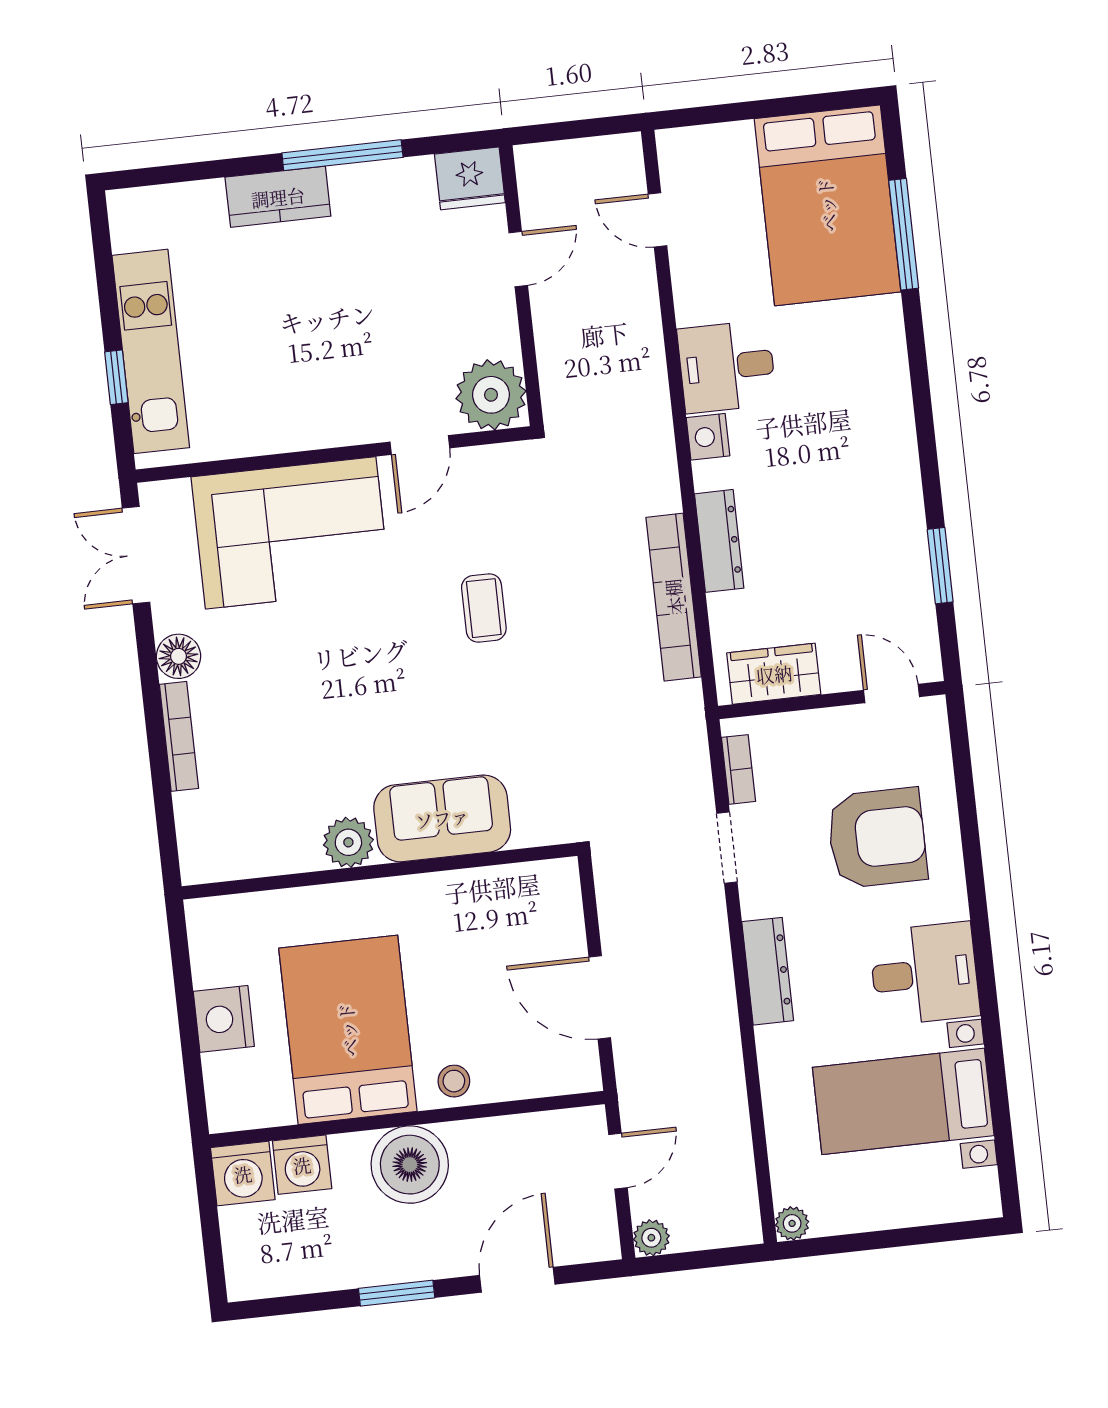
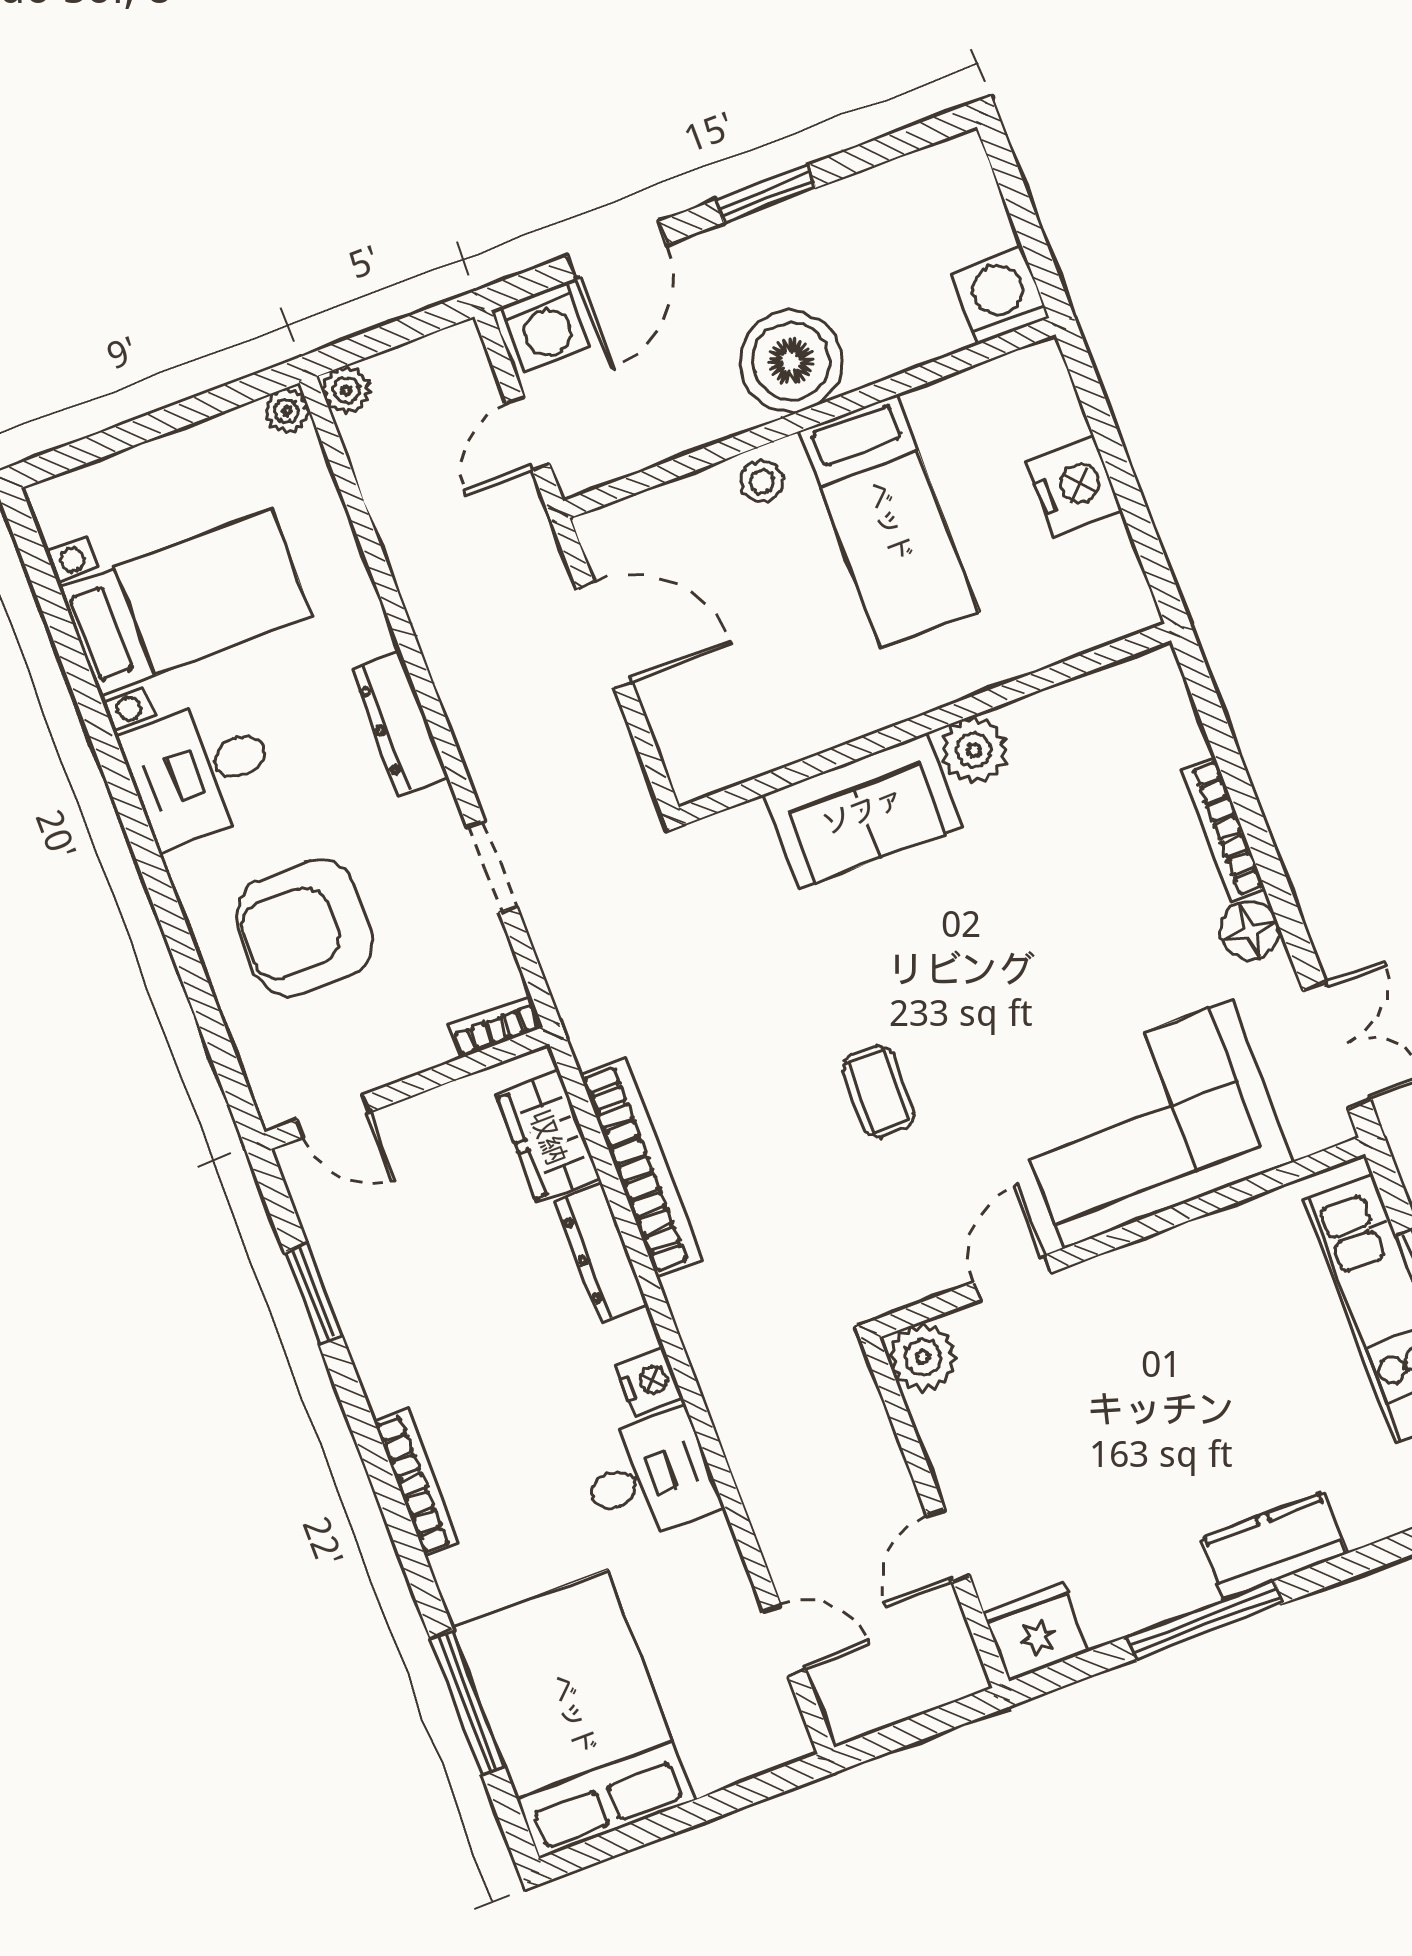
plant: (491, 395) -> (923, 1357), width x0.73, depth x0.73
bookcase: (899, 406) -> (417, 1483), added
wardrobe: (774, 674) -> (548, 1137), moved, turned 90
bookcase: (738, 769) -> (496, 1026), moved, turned 90
bed: (348, 1030) -> (889, 521), width x0.67
washing machine: (302, 1165) -> (546, 327), moved, turned 180
plant: (651, 1238) -> (347, 390), moved

